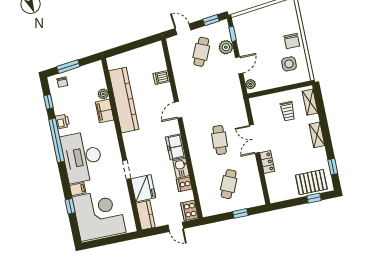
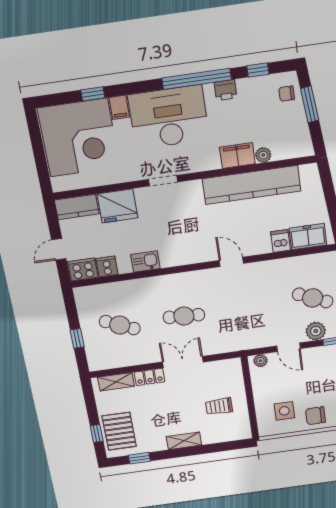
shelving: (310, 102) -> (116, 382), moved
freezer: (175, 147) -> (308, 237), moved
doorway: (127, 170) -> (163, 181), moved
cooker: (184, 184) -> (107, 267), moved

